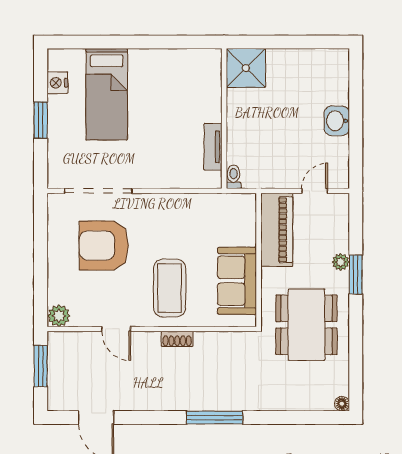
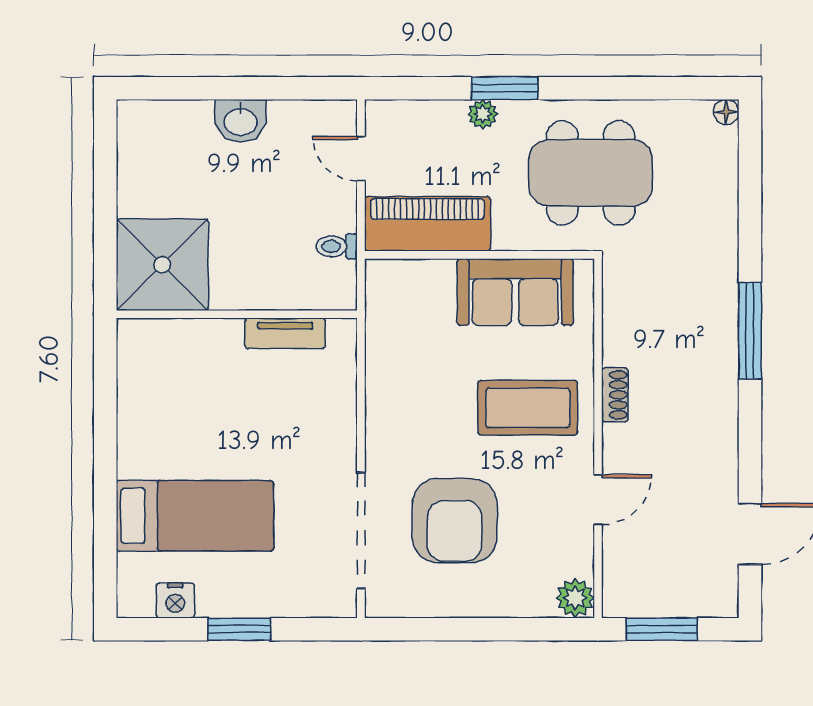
shower: (246, 68) -> (162, 265), width x1.37, depth x1.37
toilet: (234, 177) -> (337, 246), moved

